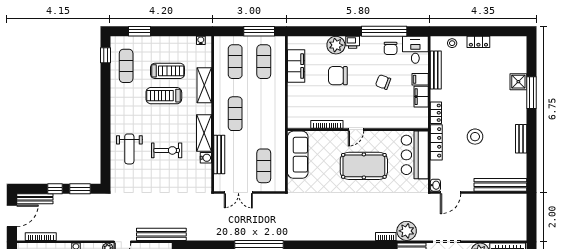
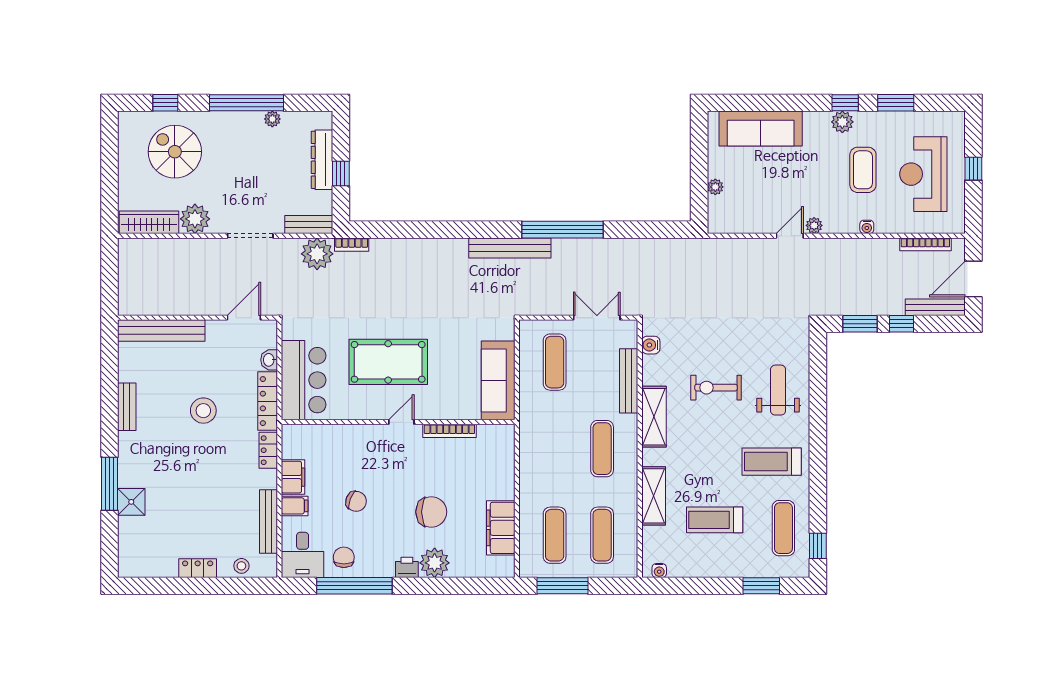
treadmill: (164, 96) -> (772, 462), moved, turned 180
water cooler: (206, 158) -> (651, 345), moved
washbasin: (435, 185) -> (269, 360), moved
bench: (161, 234) -> (510, 248), moved

